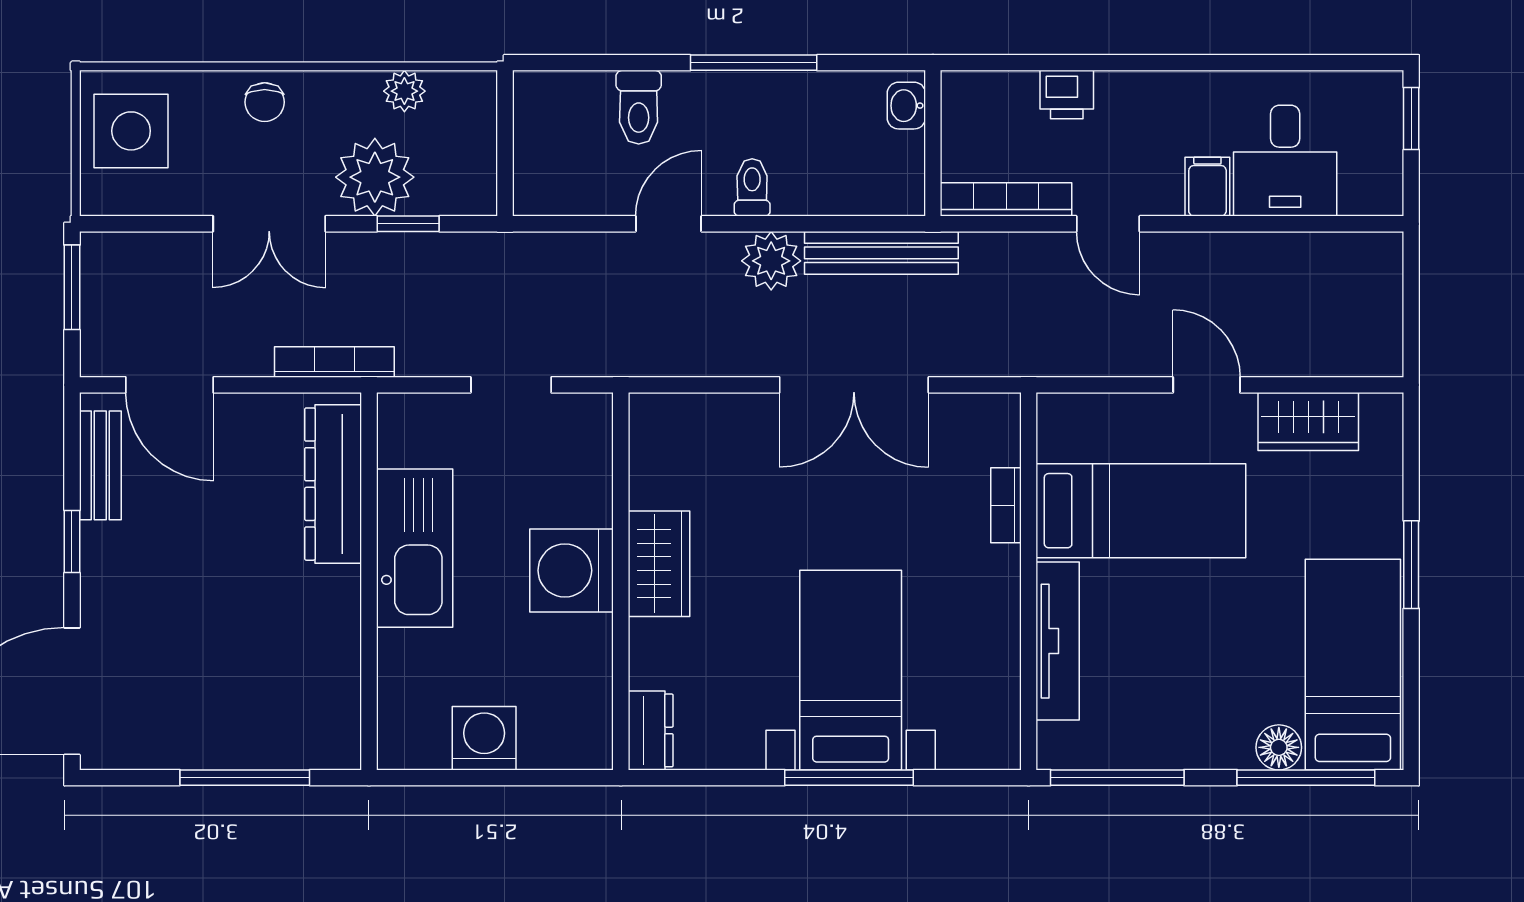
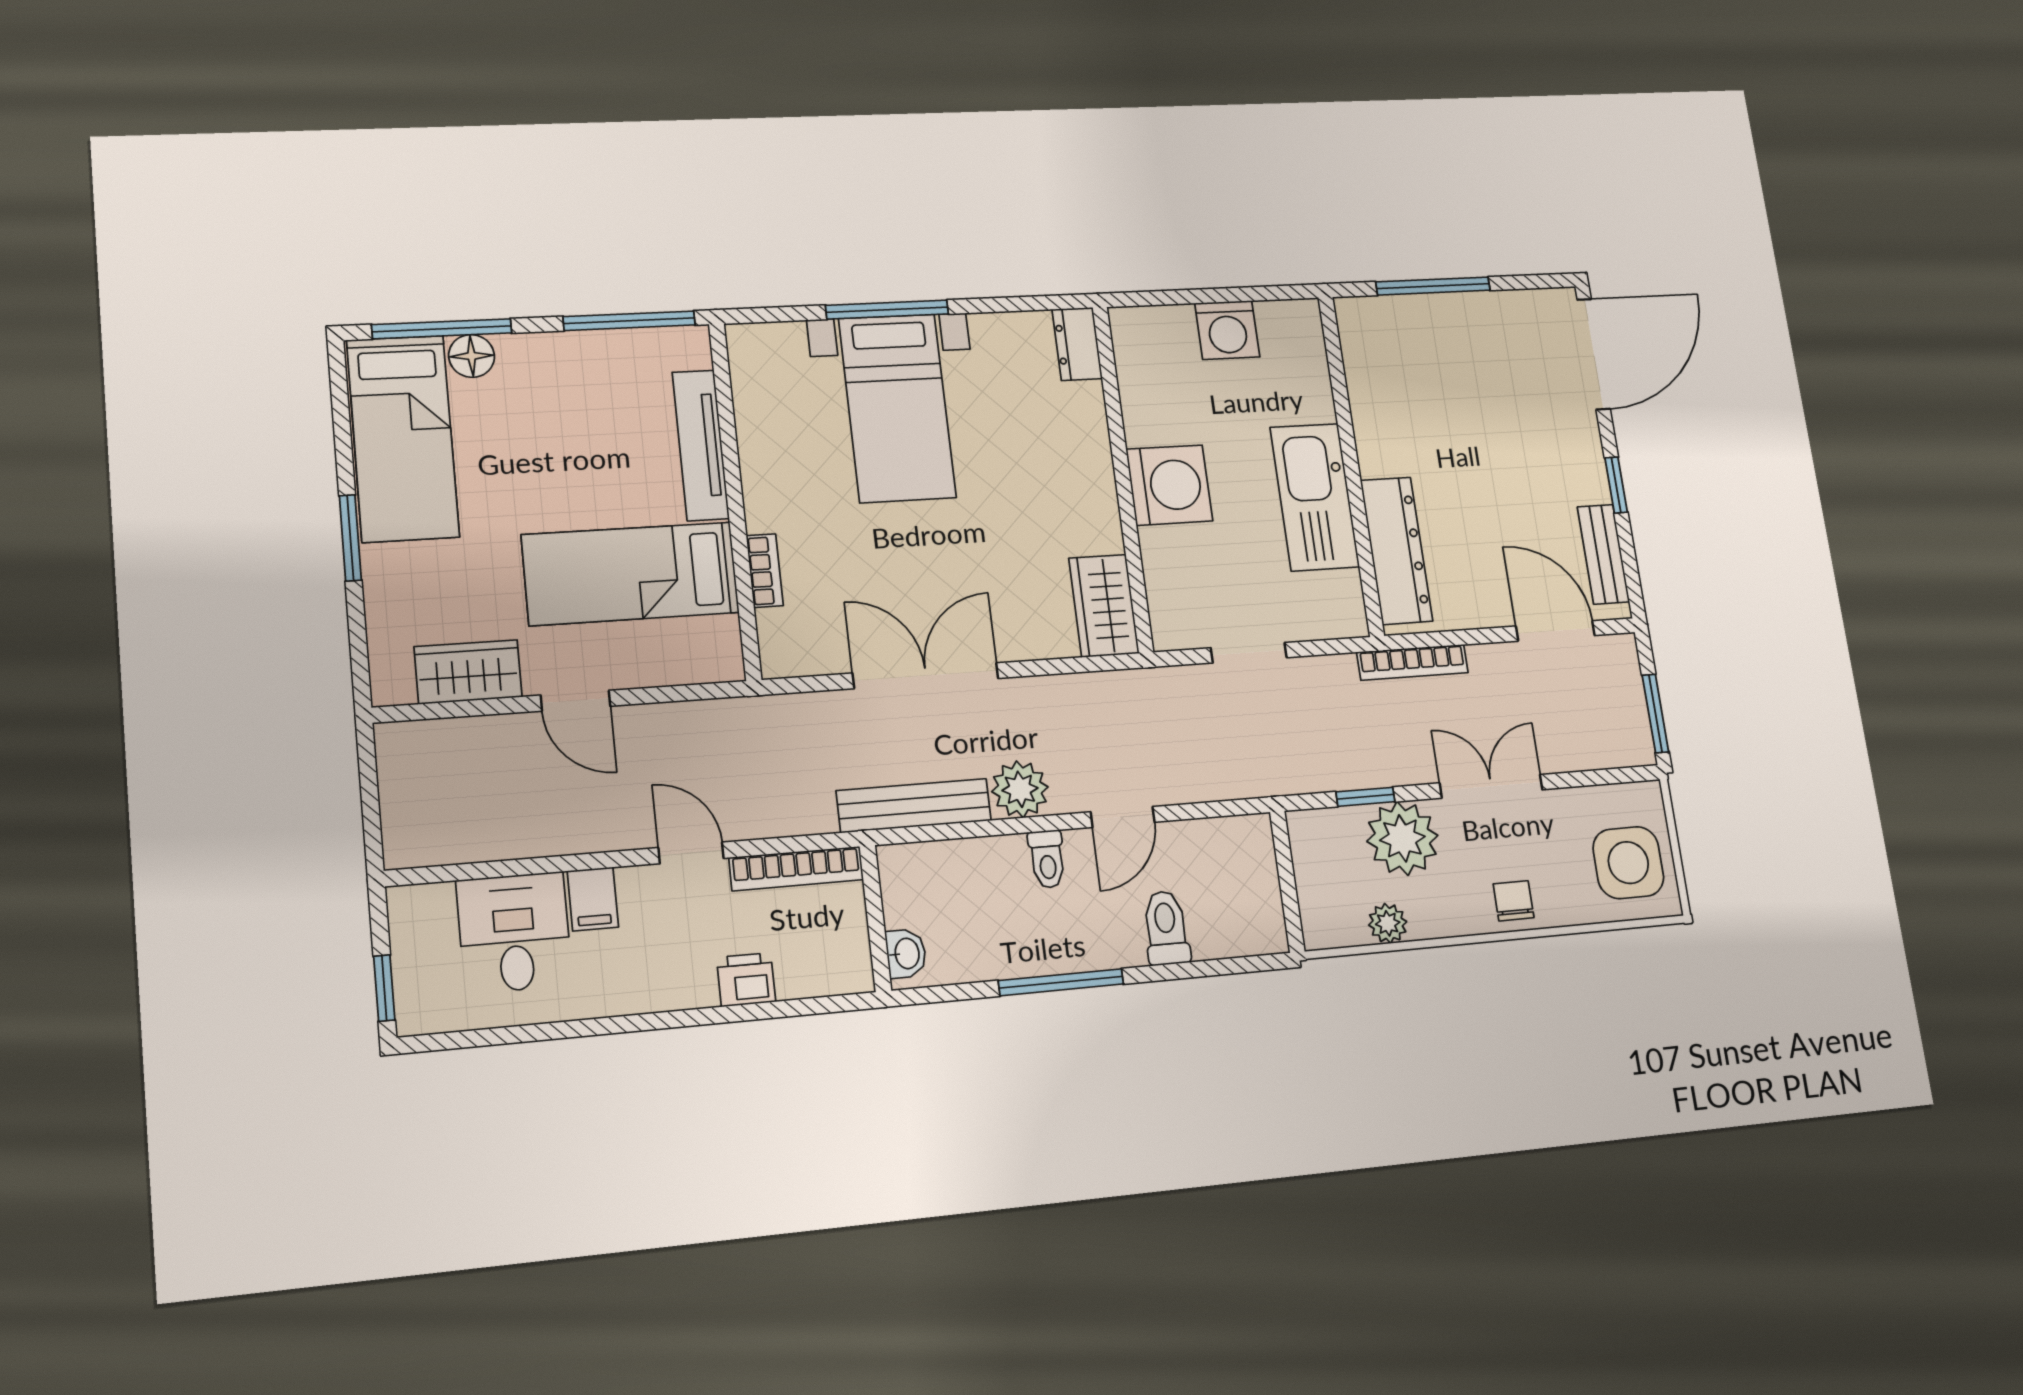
wardrobe: (659, 564) -> (1104, 606), moved

